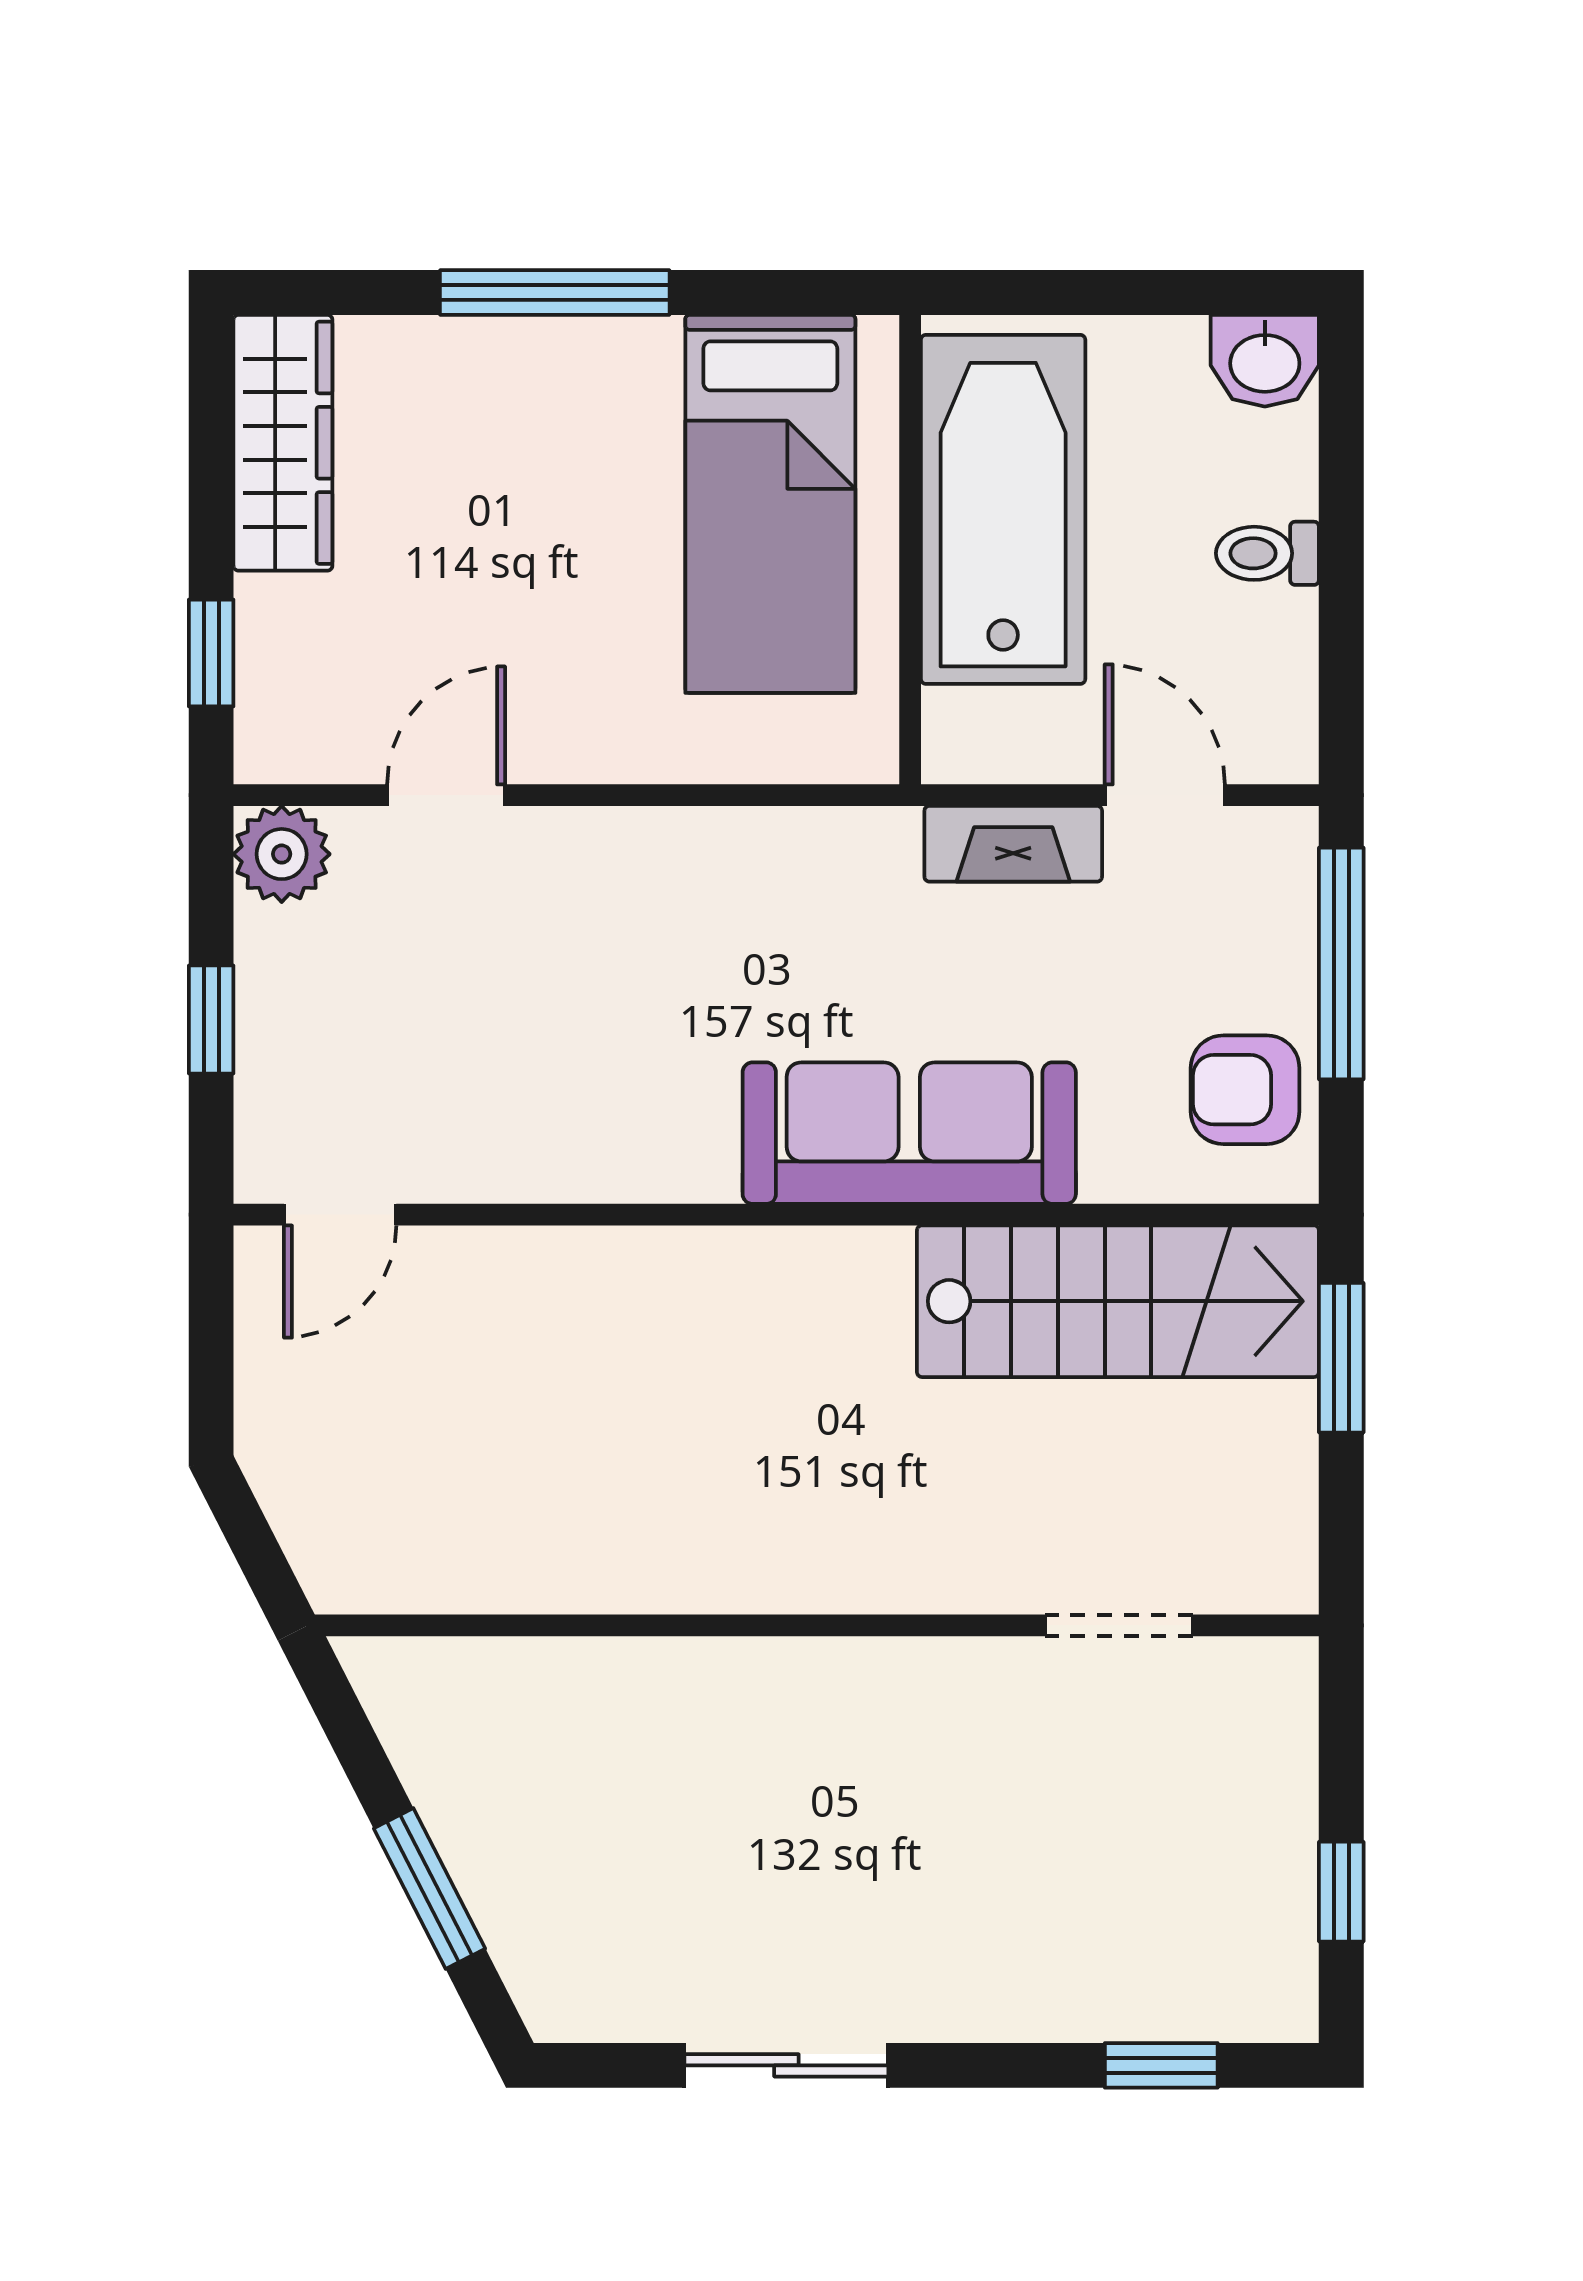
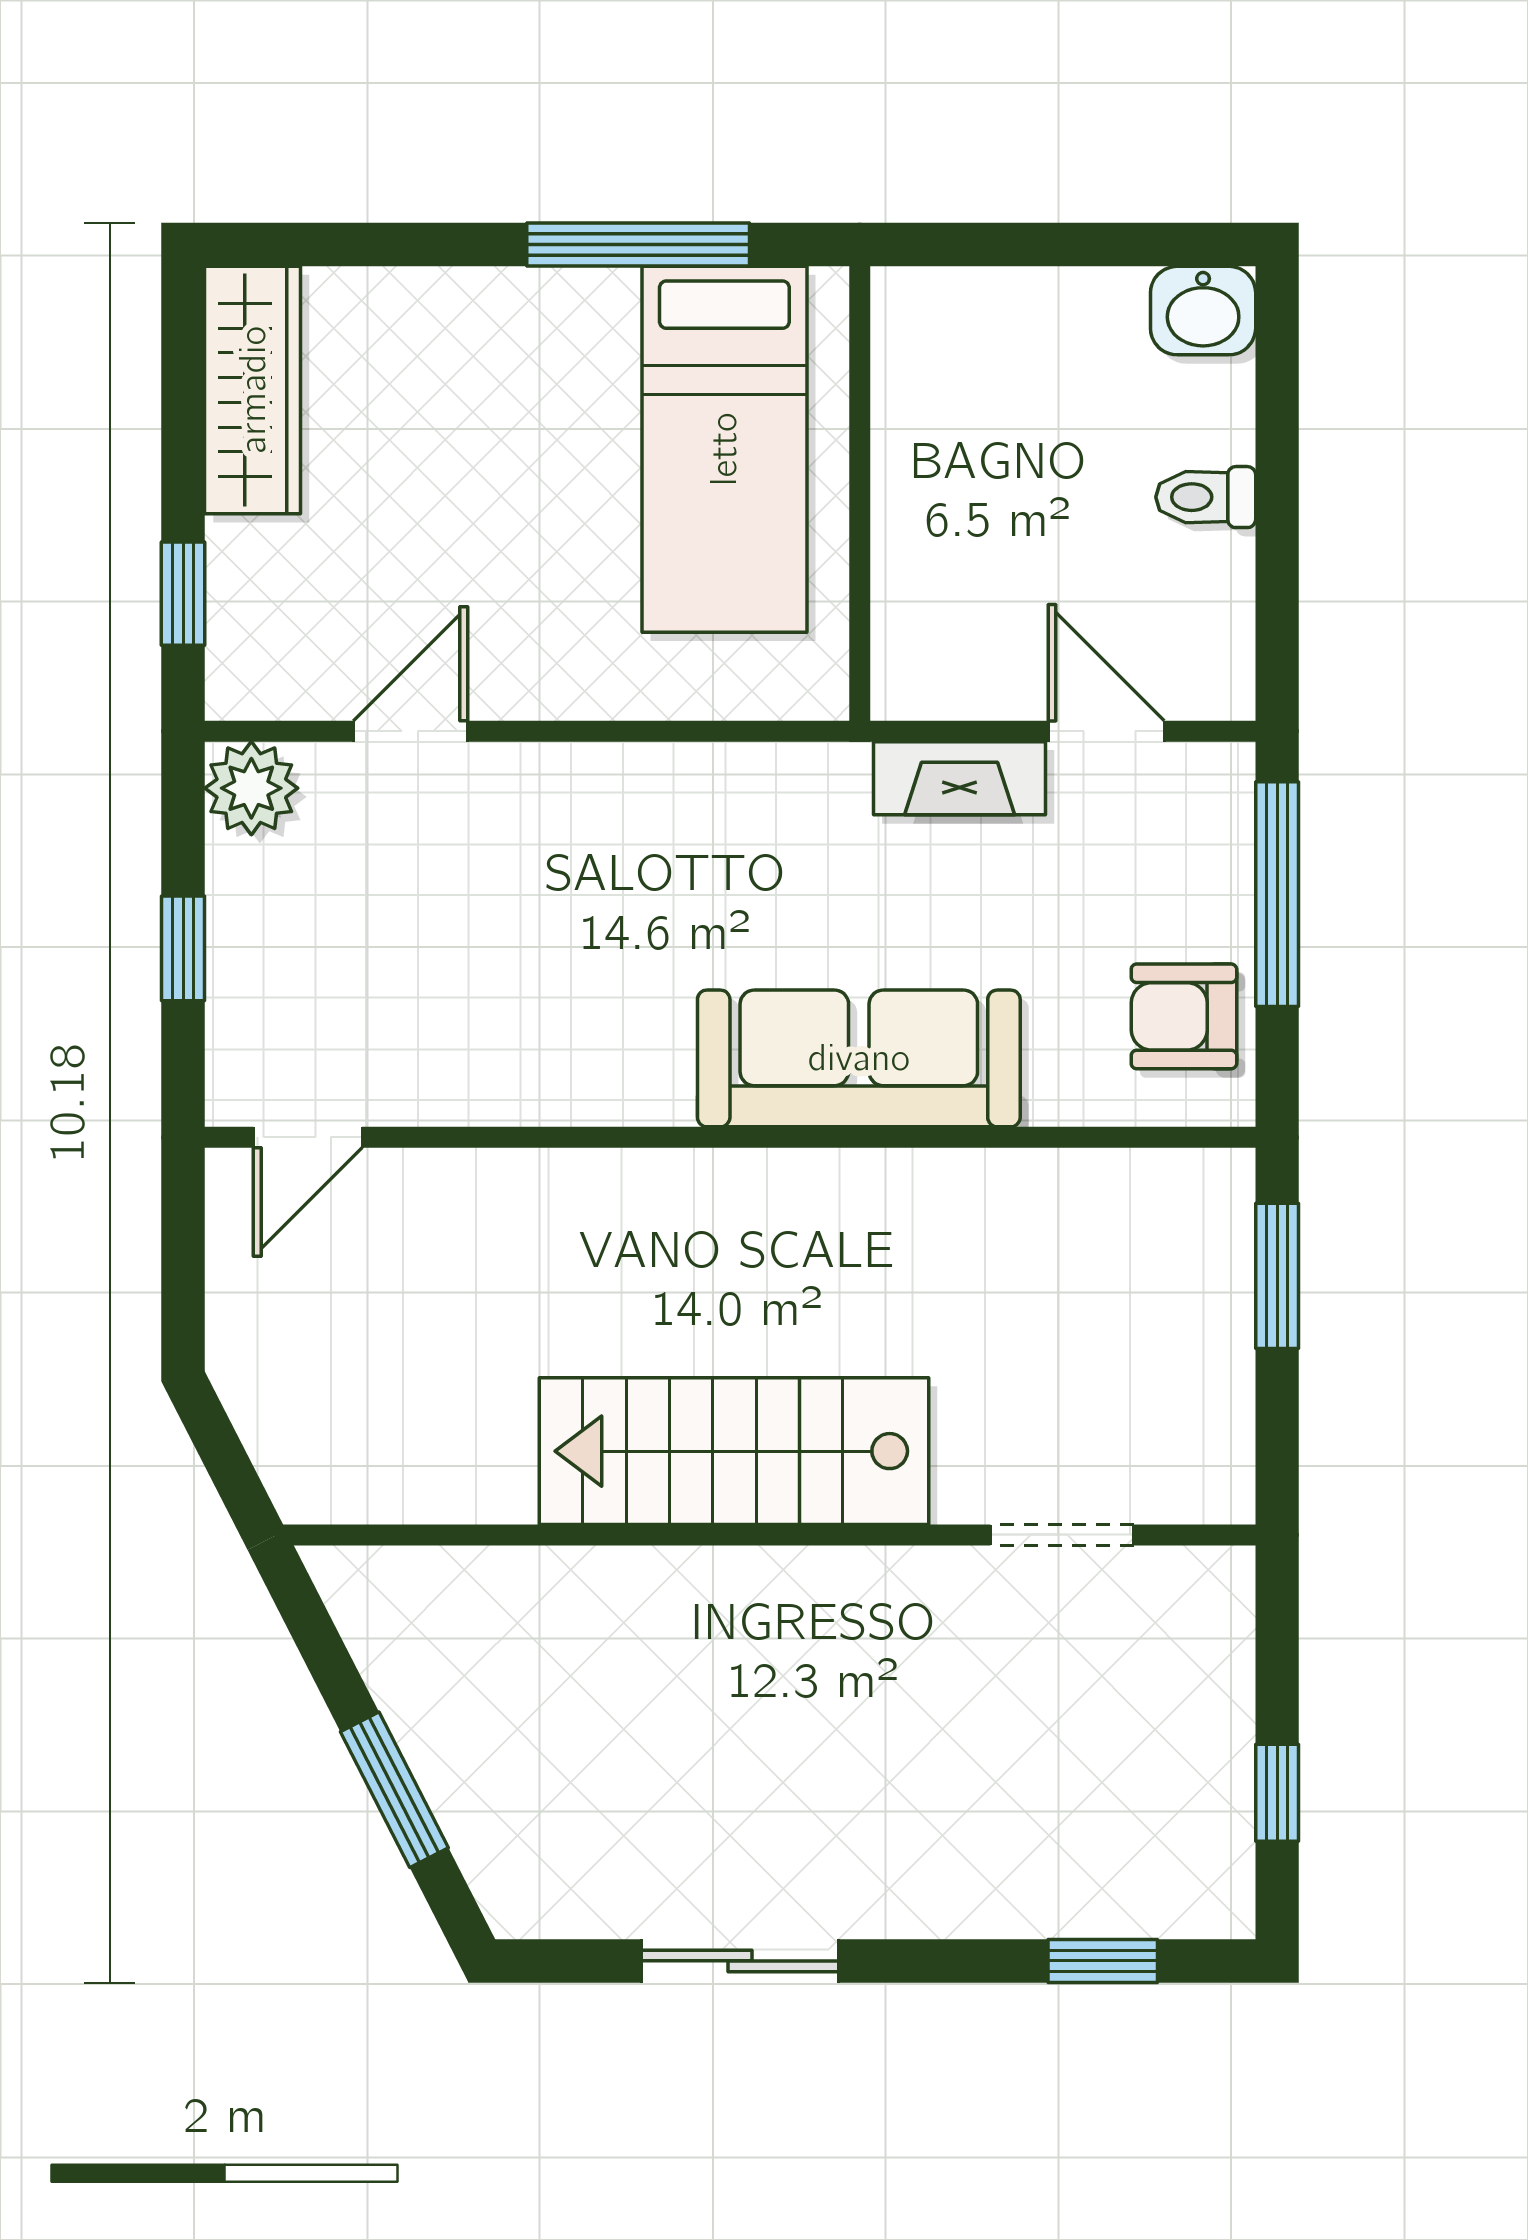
window: (555, 293) -> (638, 245), moved
bathtub: (1003, 509) -> (950, 455), removed
stairs: (1118, 1301) -> (734, 1451), moved, turned 180

